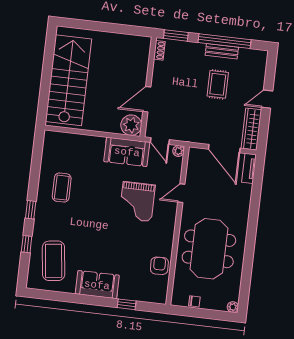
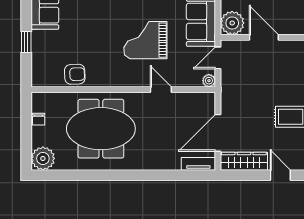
plant: (233, 307) -> (43, 158), width x1.87, depth x1.87

